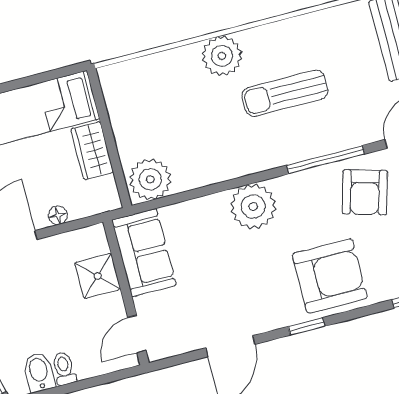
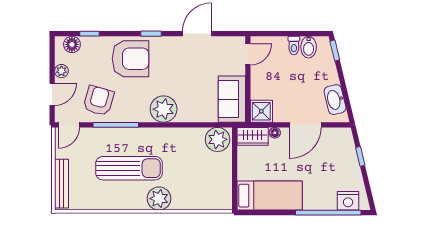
sun lounger: (285, 93) -> (129, 168), width x1.36, depth x1.34
wardrobe: (92, 151) -> (253, 136), moved, turned 90
shower: (98, 276) -> (261, 111), moved
armchair: (330, 276) -> (131, 59), turned 180

